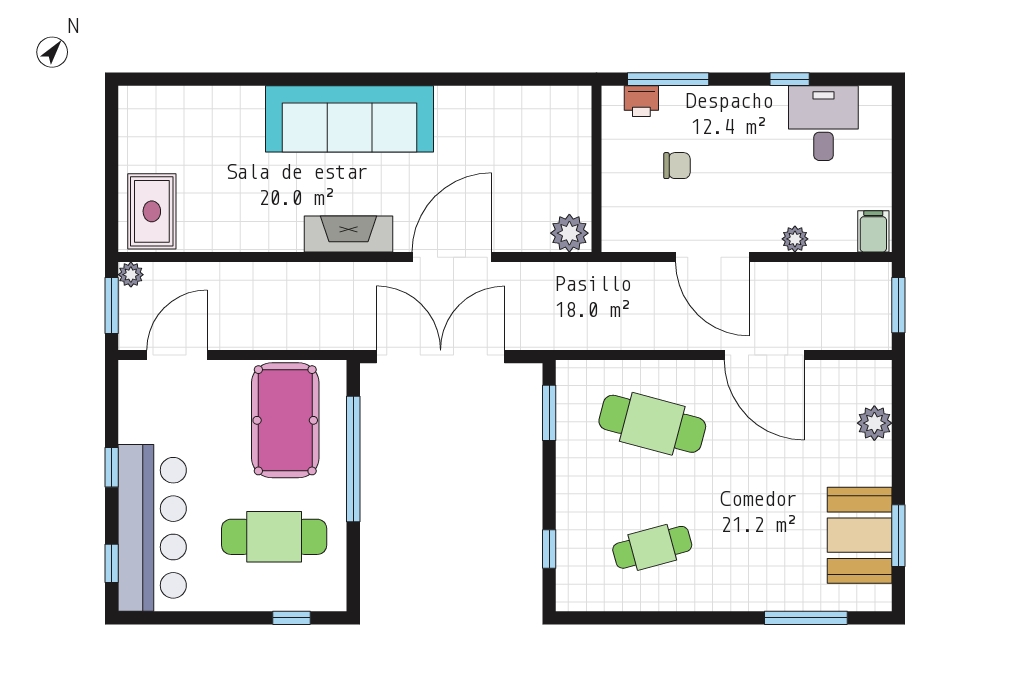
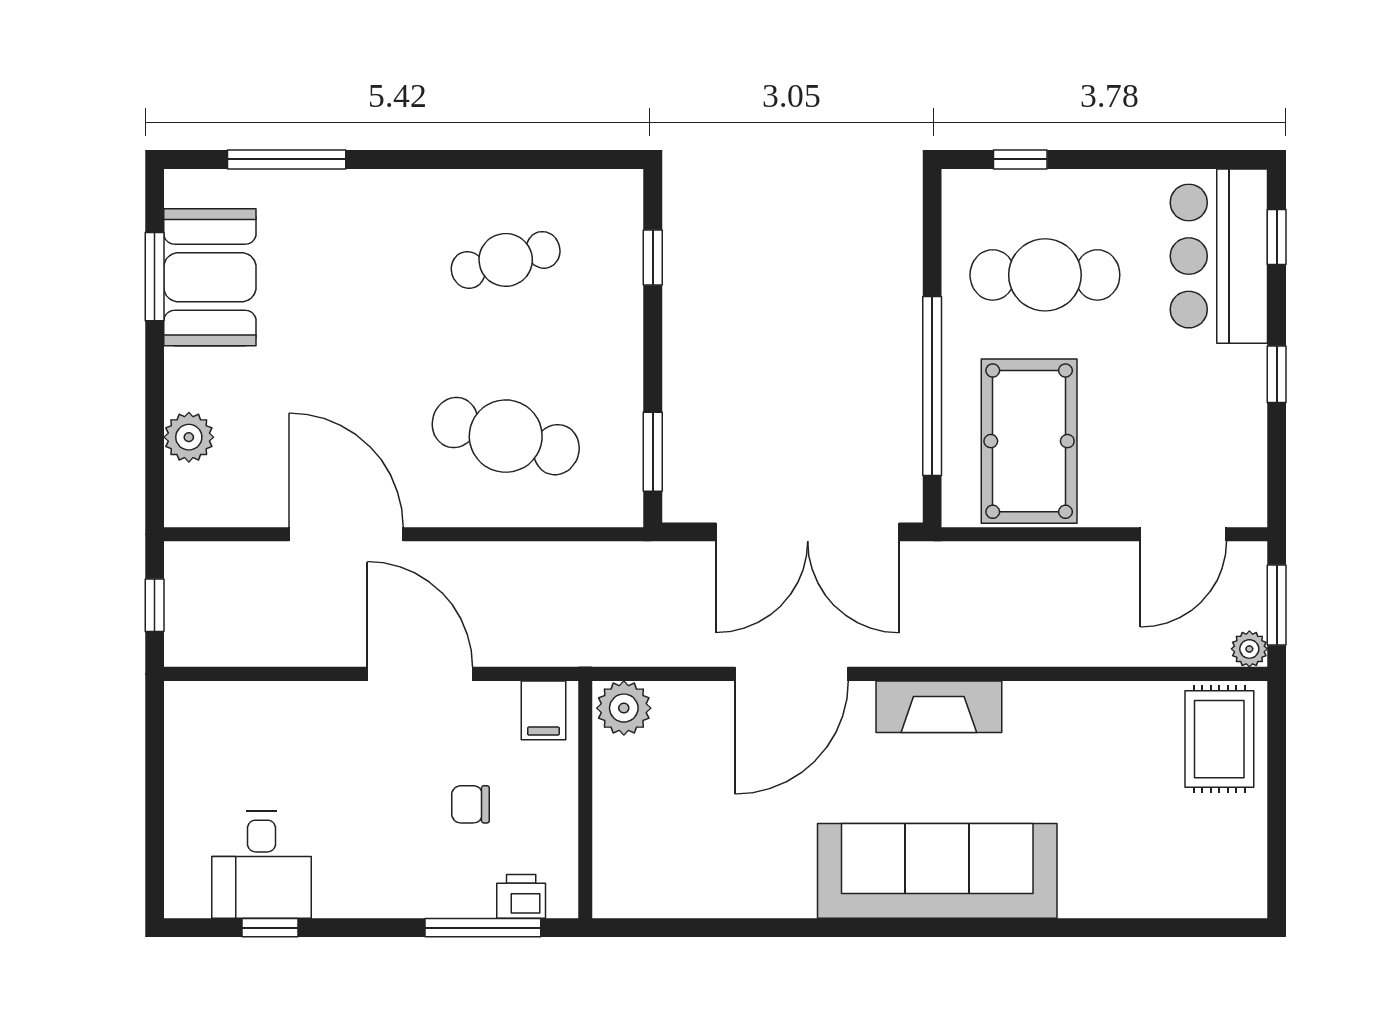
window: (790, 79) -> (270, 928), moved
filing cabinet: (873, 231) -> (543, 710), moved
plant: (795, 239) -> (302, 700), removed
window: (898, 305) -> (155, 605), width x0.67
bar counter: (152, 528) -> (1219, 256), width x0.73

